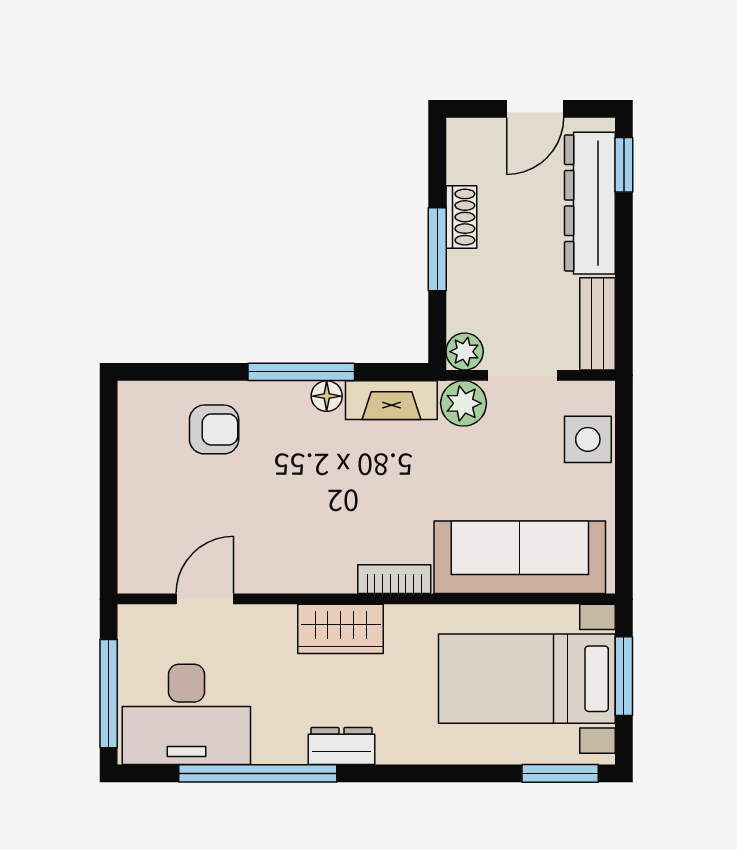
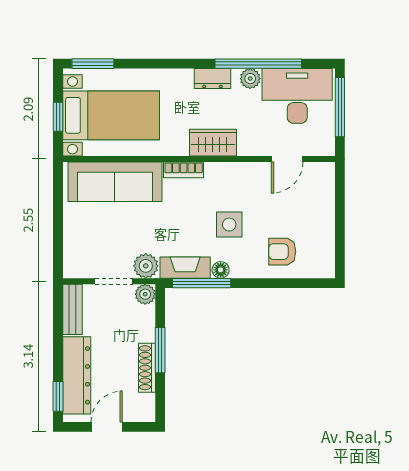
shoe rack: (461, 217) -> (147, 368), width x1.43
window: (301, 372) -> (202, 283), moved
side table: (588, 439) -> (229, 225), moved
window: (624, 676) -> (58, 117), width x0.67
plant: (272, 746) -> (250, 79), added

